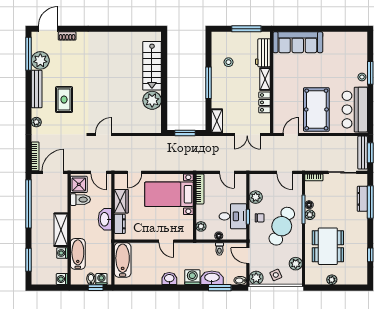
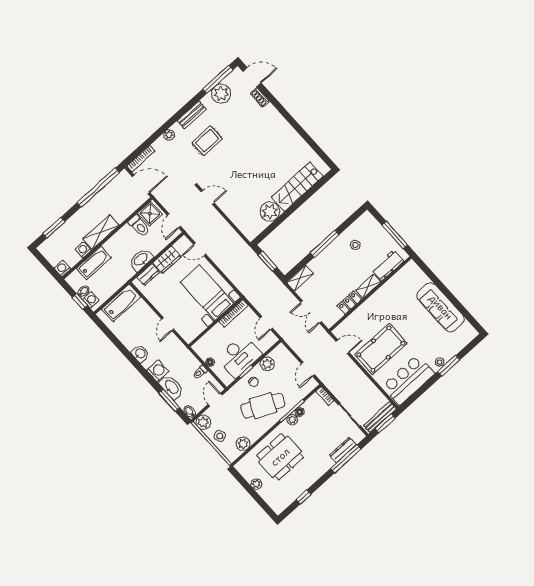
sofa: (298, 42) -> (441, 307), moved
bench: (37, 89) -> (192, 115), width x0.73
desk: (233, 216) -> (239, 356), width x1.37
plant: (201, 226) -> (204, 341), removed

